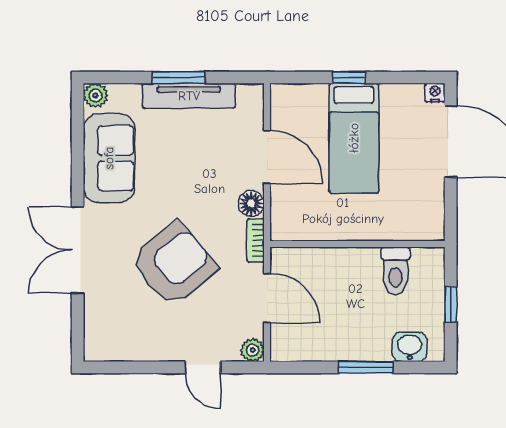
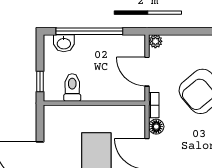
window: (451, 305) -> (40, 81), moved
door: (203, 367) -> (184, 31), removed
window: (366, 367) -> (89, 31), width x2.11

